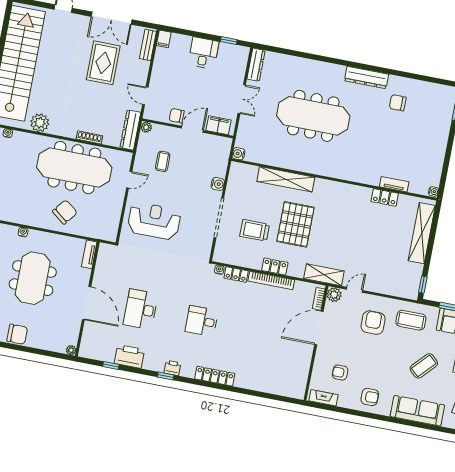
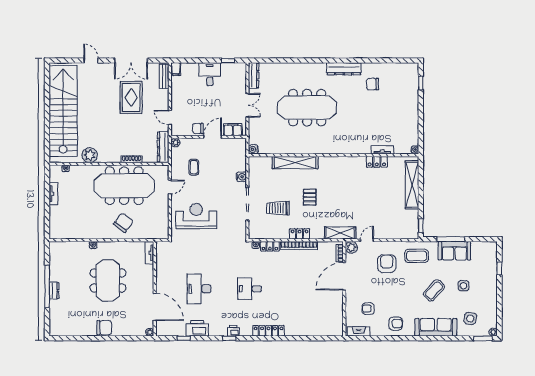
pallet: (295, 224) -> (310, 197), width x0.49, depth x0.50
door: (87, 303) -> (155, 307), moved

